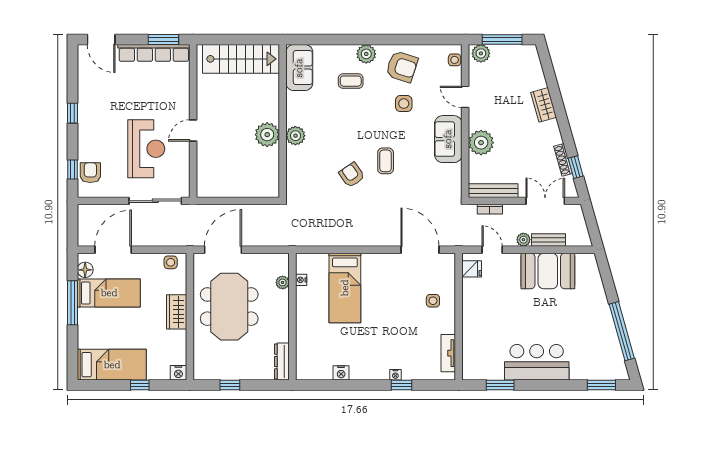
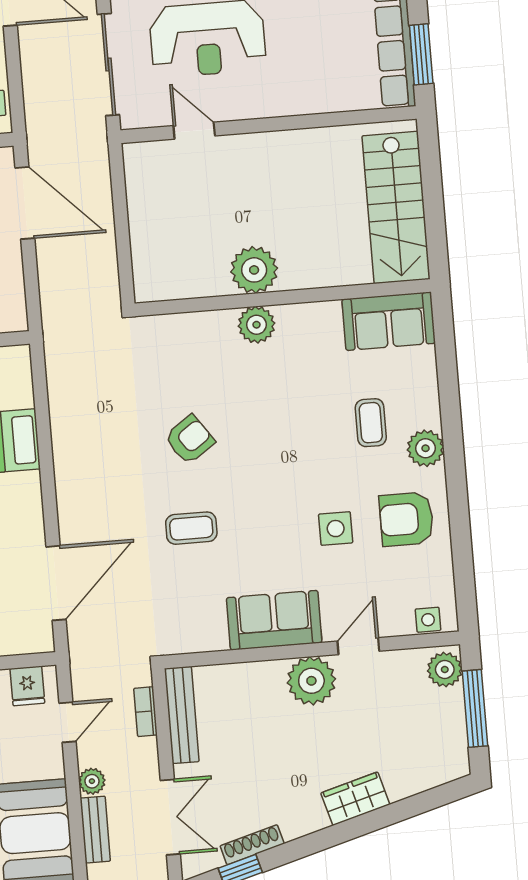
armchair: (402, 67) -> (406, 519), turned 72
door: (193, 130) -> (194, 131), moved
plant: (481, 143) -> (311, 681), moved
coffee table: (386, 161) -> (191, 528), moved

